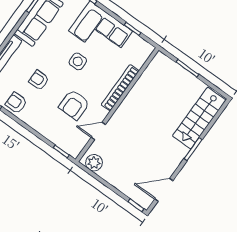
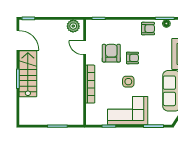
armchair: (39, 80) -> (132, 58), moved
stairs: (199, 118) -> (28, 74), moved
door: (98, 131) -> (85, 48), swing flipped
door: (164, 190) -> (18, 40), hinge flipped

